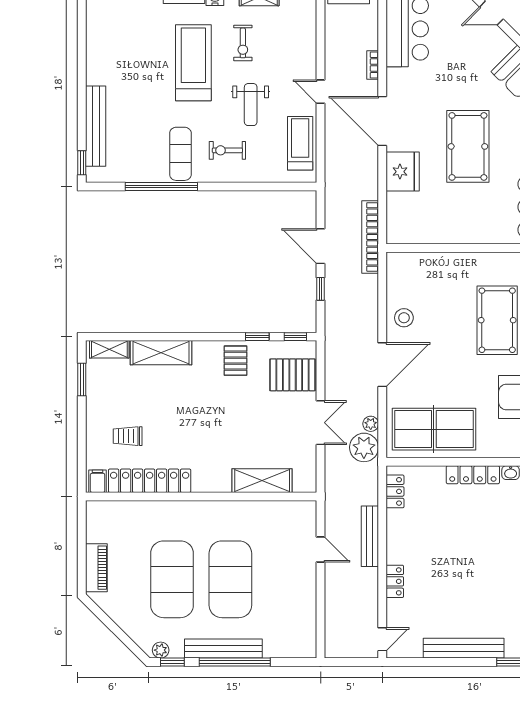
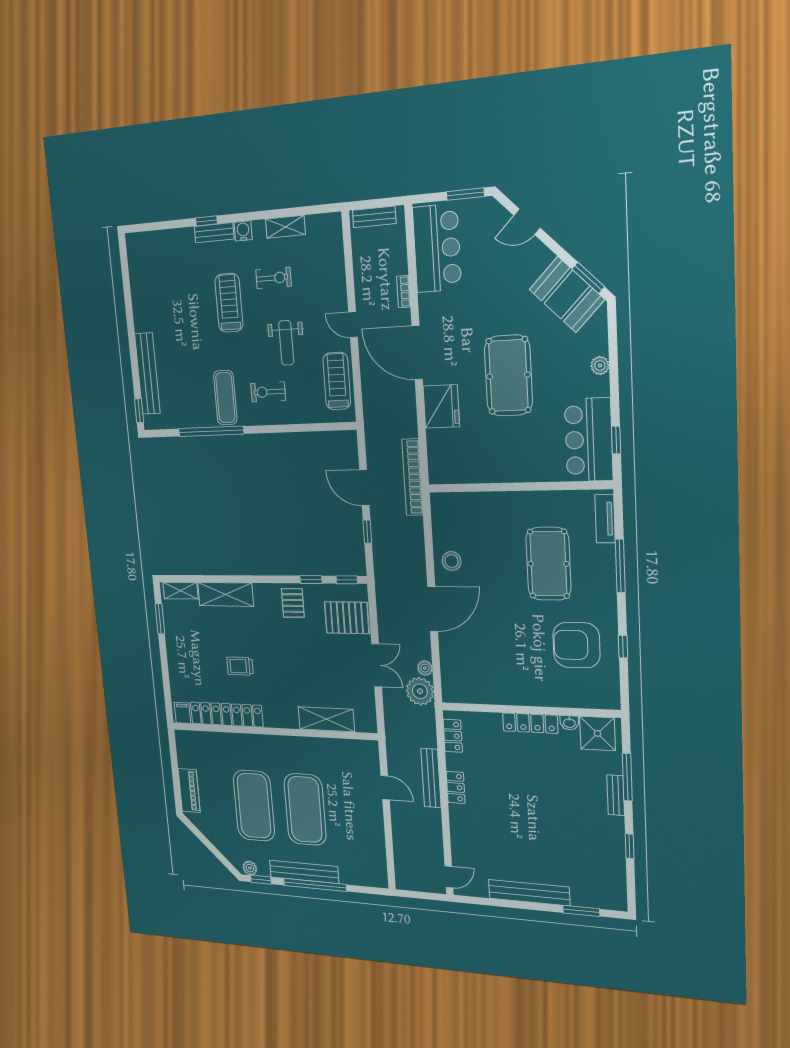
exercise bike: (243, 43) -> (274, 278), turned -90
treadmill: (193, 63) -> (229, 303), width x0.73, depth x0.73
table tennis table: (434, 429) -> (488, 675), removed
trolley: (128, 436) -> (240, 666), moved
locker: (395, 581) -> (456, 787), moved

